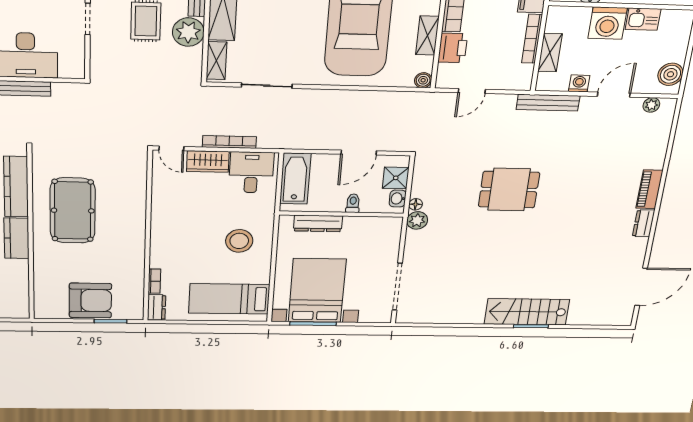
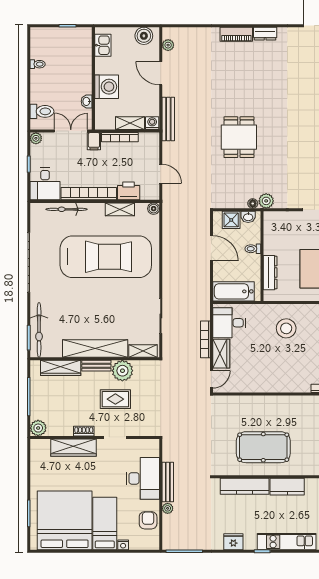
kitchen sink: (643, 19) -> (103, 45), moved
washing machine: (579, 83) -> (152, 123), moved, turned 90

